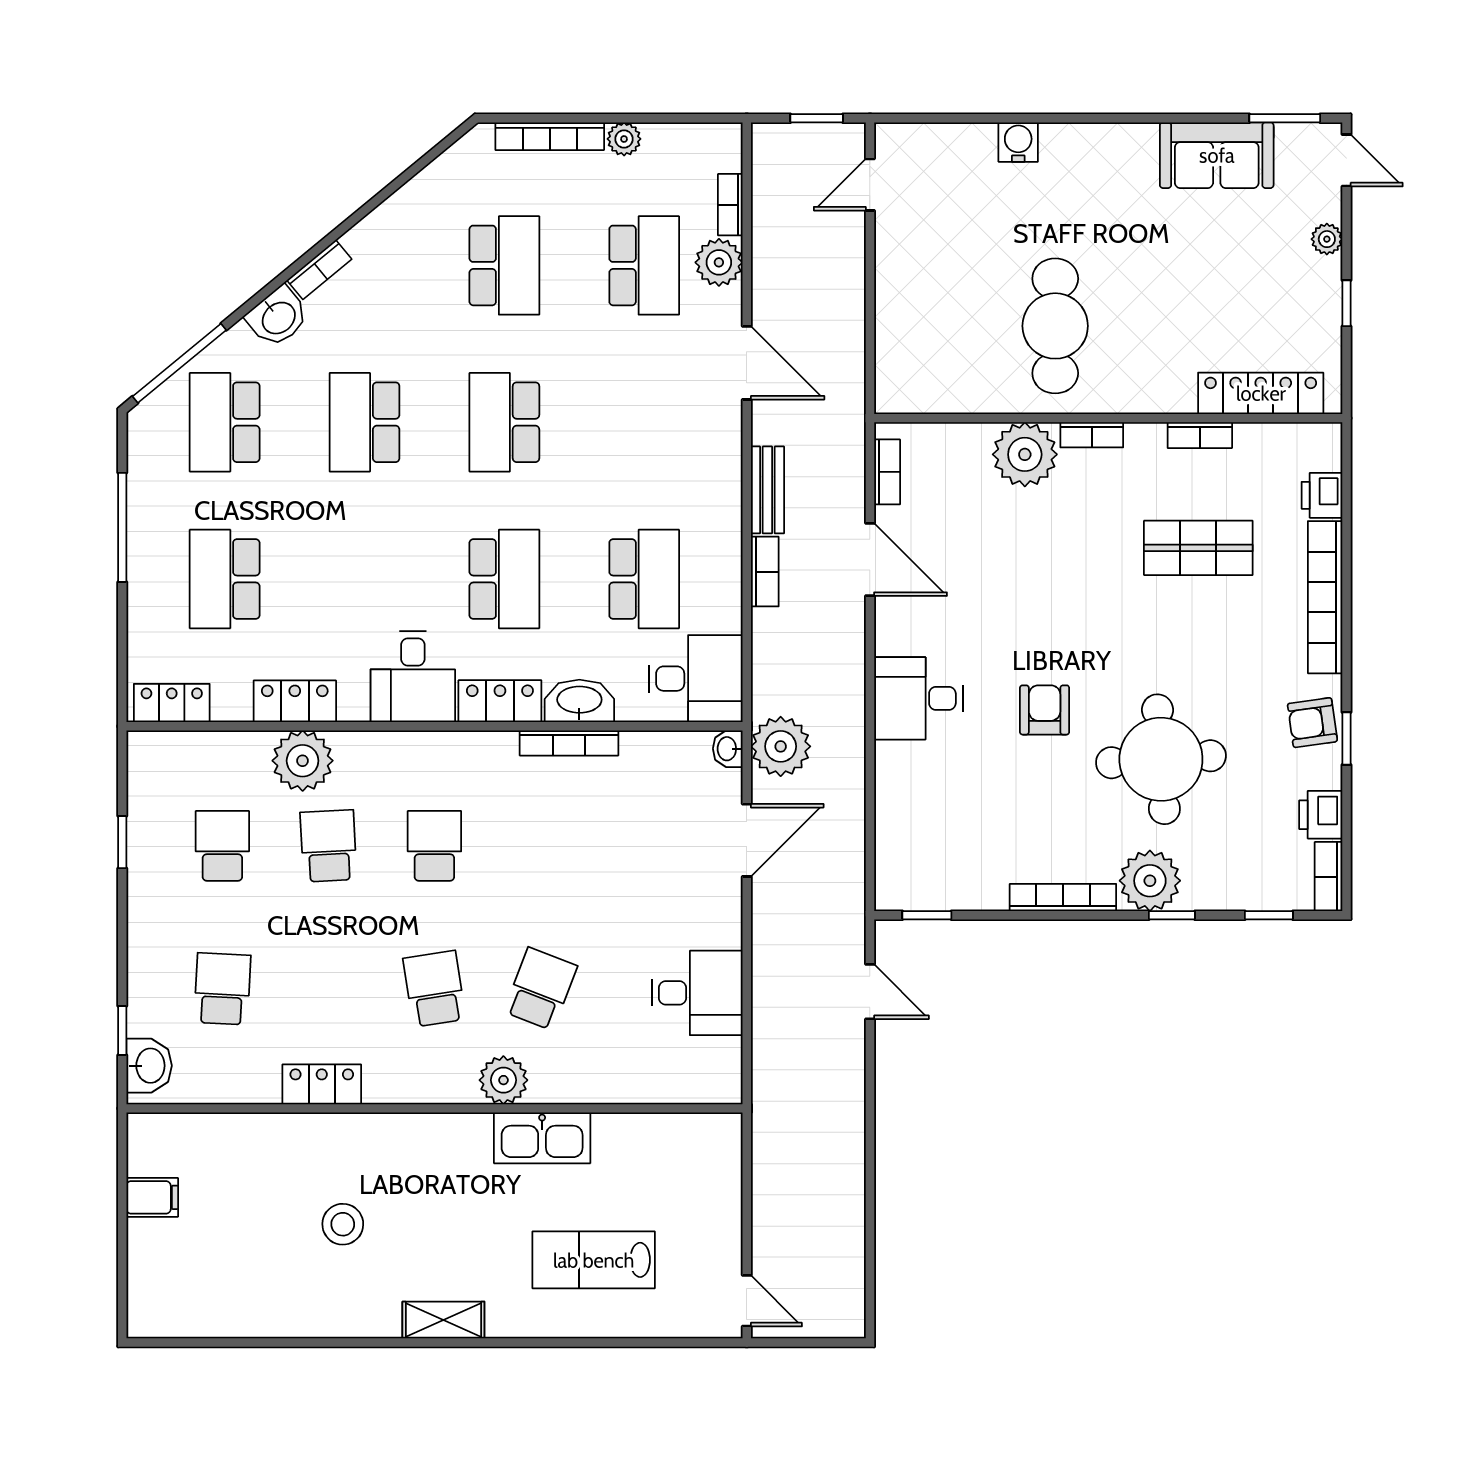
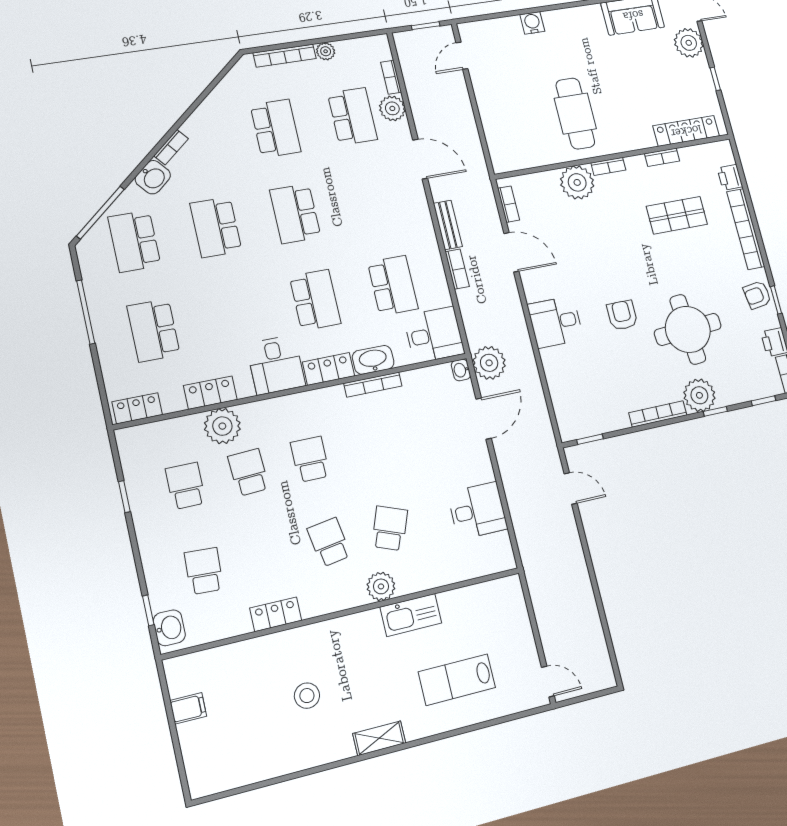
plant: (1327, 239) -> (689, 43), width x1.88, depth x1.88

